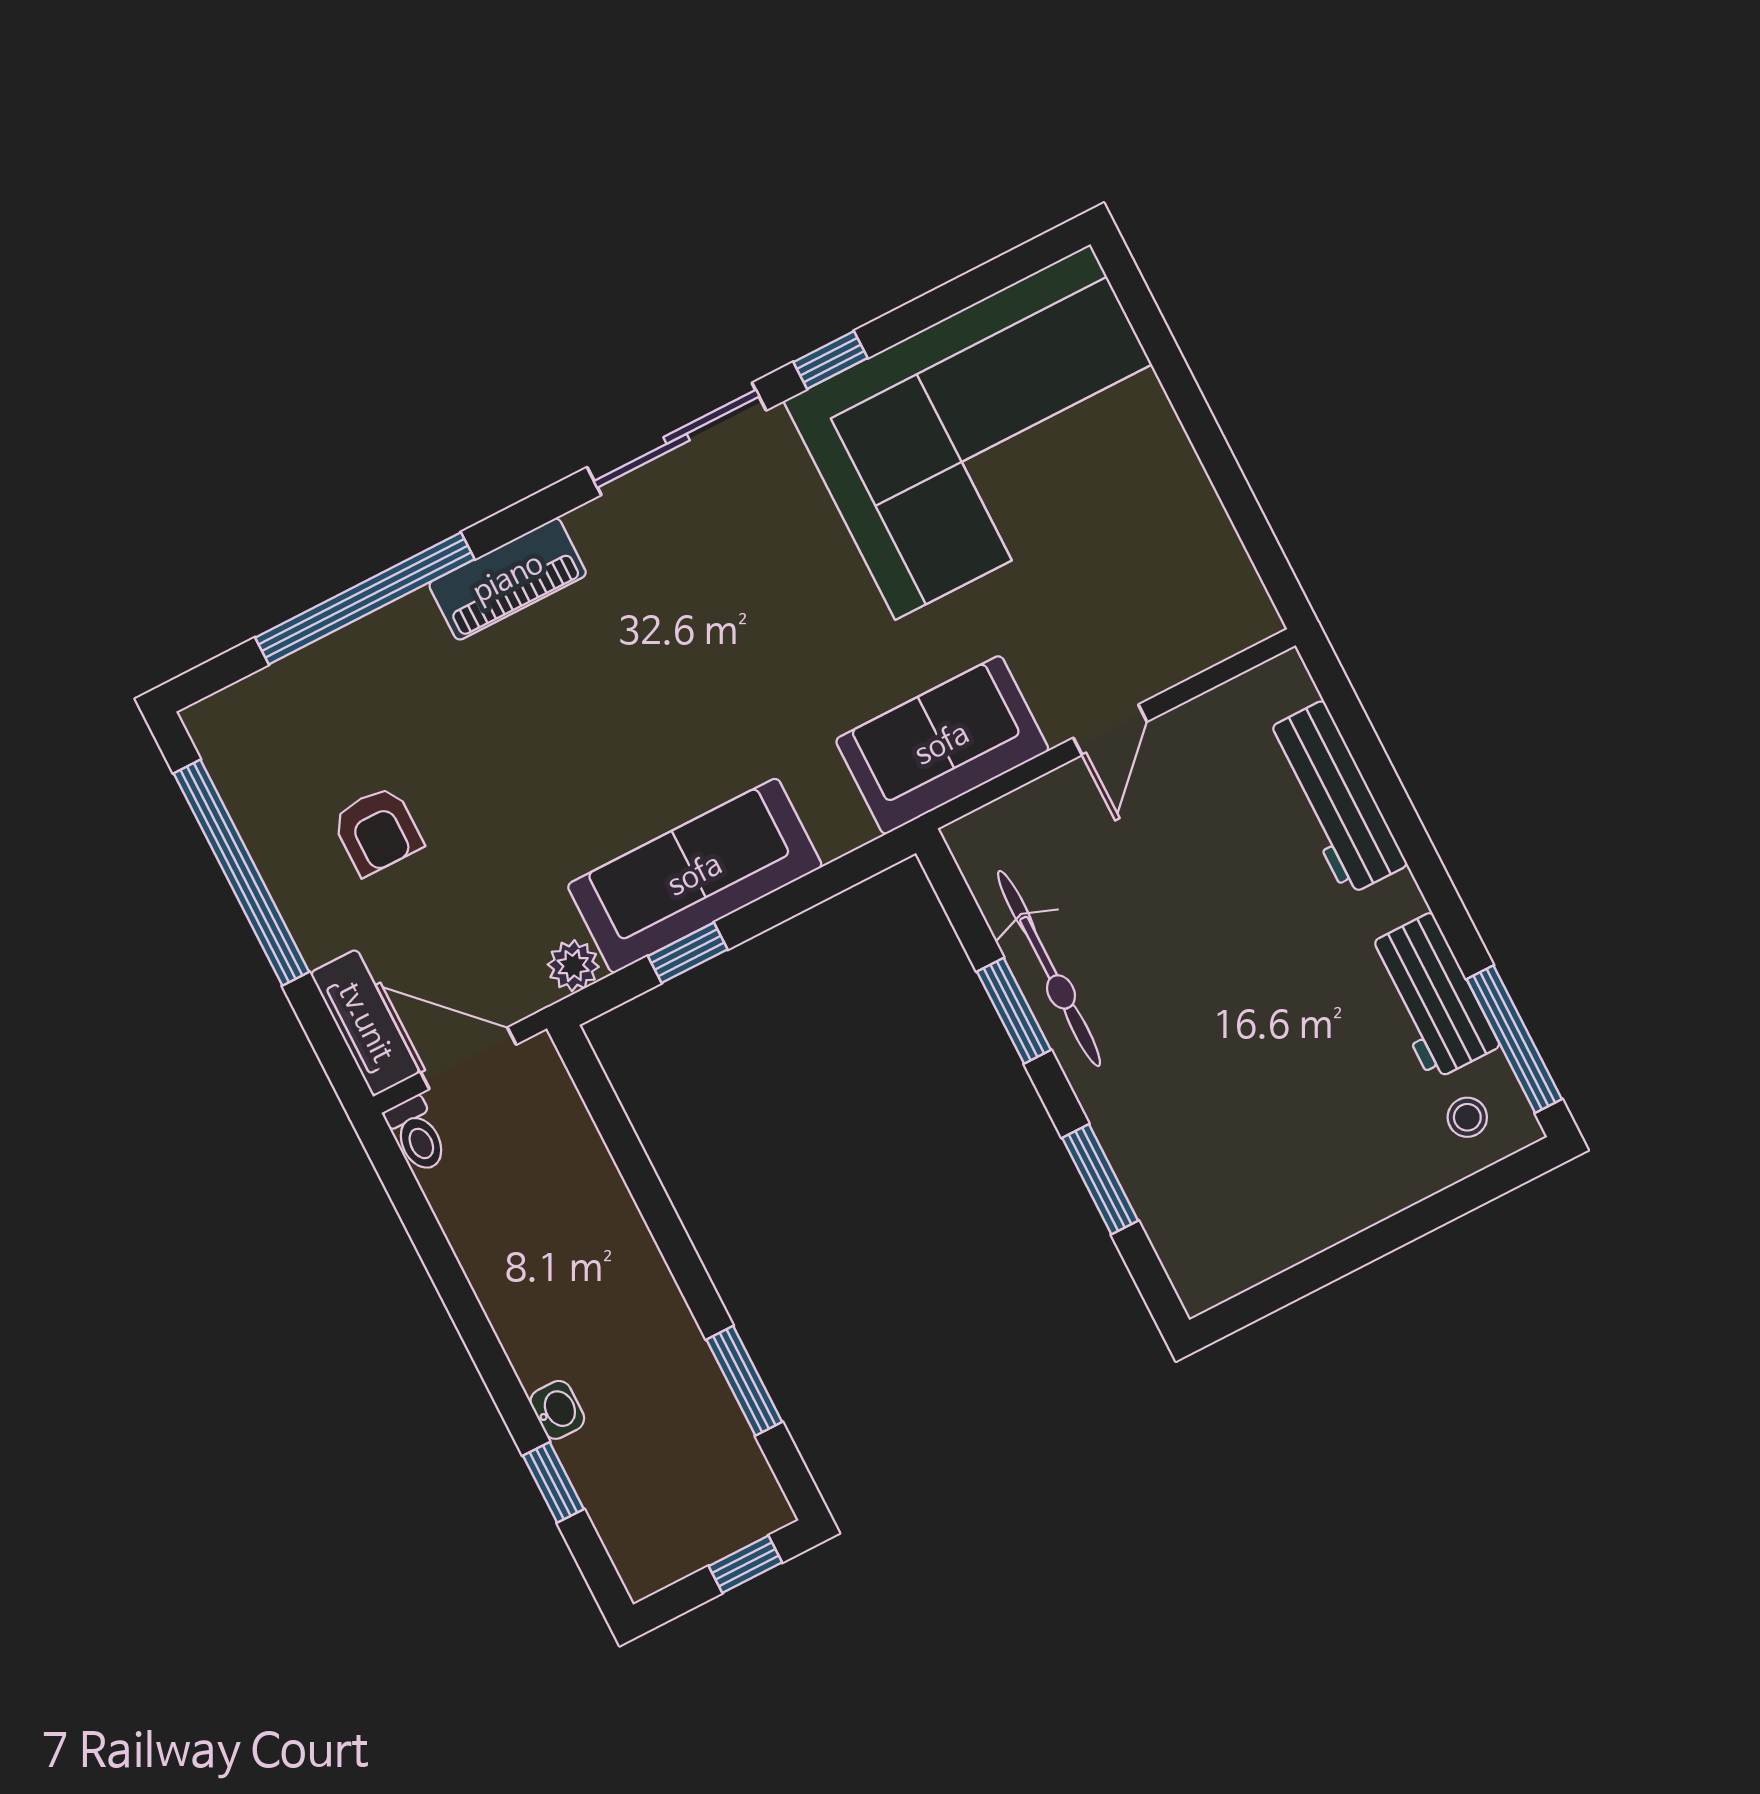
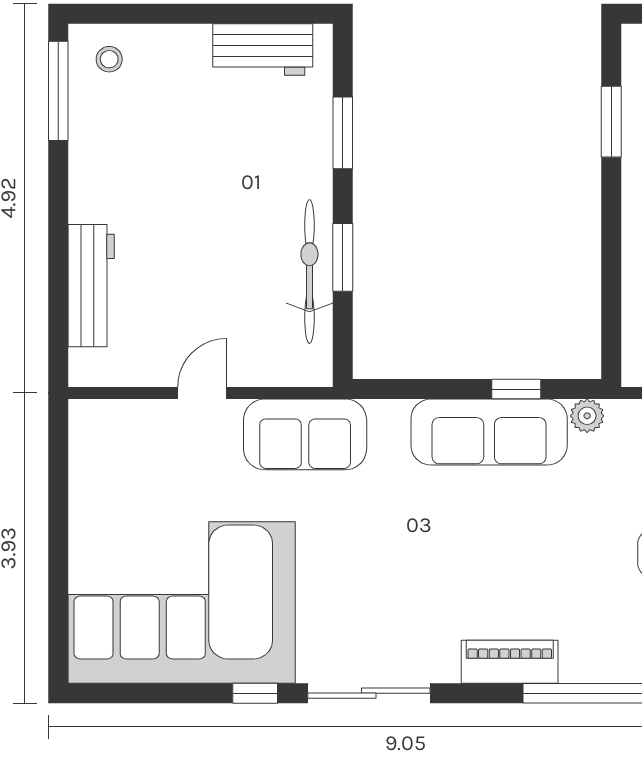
workbench: (1432, 997) -> (263, 49), moved, turned 90

